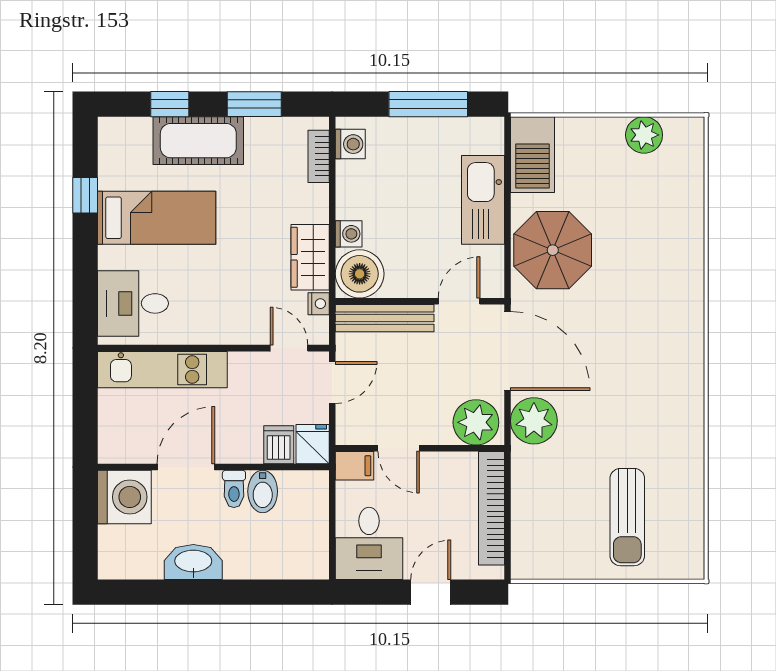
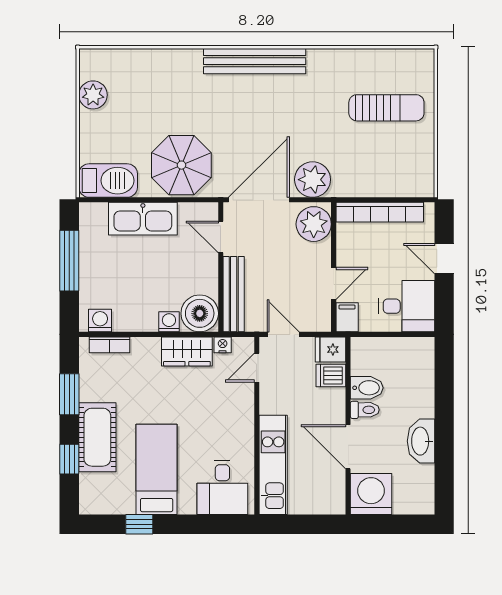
bench: (688, 345) -> (255, 61), added

